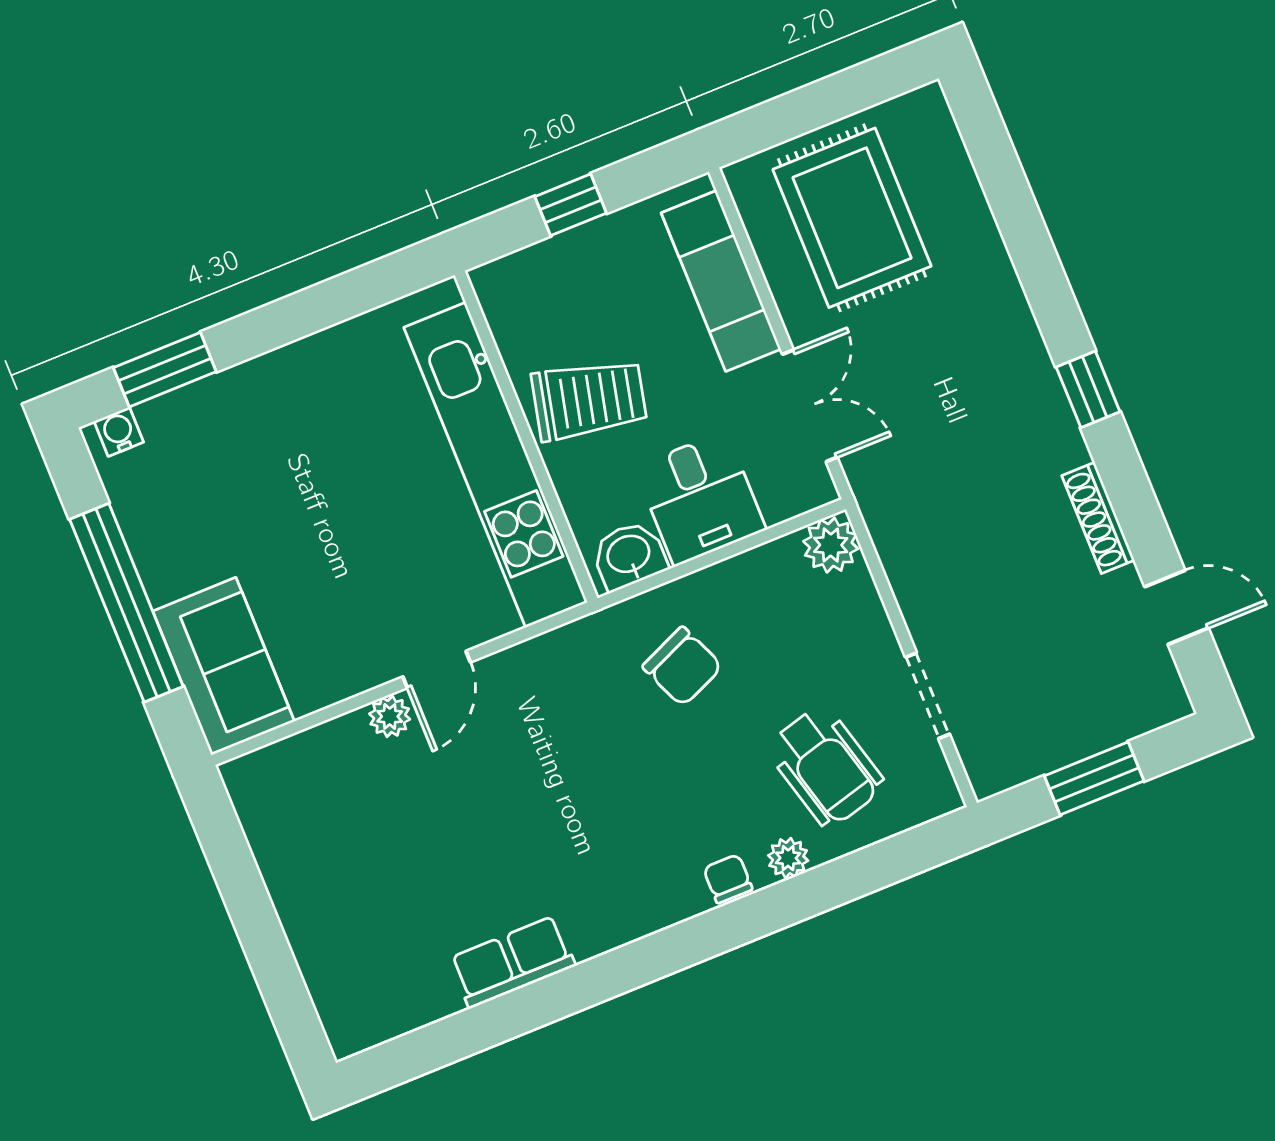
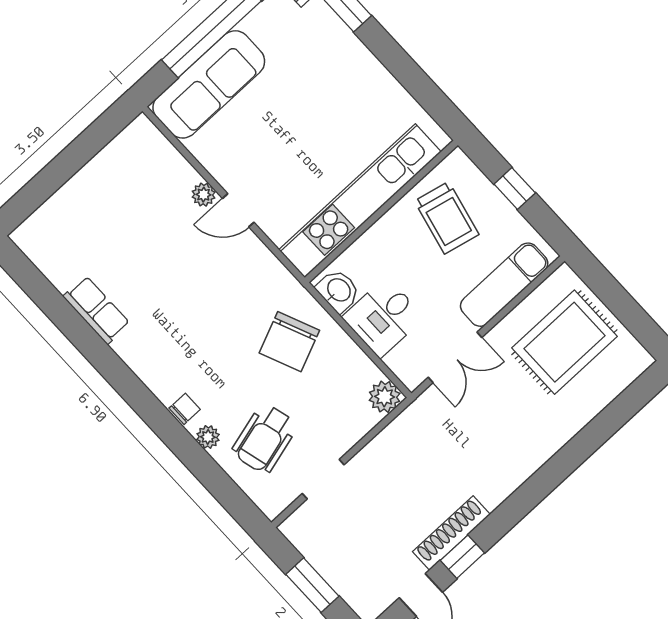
window: (1088, 389) -> (462, 557), moved
trolley: (589, 400) -> (447, 218), moved
shoe rack: (1098, 518) -> (451, 533), width x1.36, depth x1.24
sofa: (224, 666) -> (209, 84), width x1.36
chair: (682, 666) -> (289, 342), width x1.37, depth x1.37

